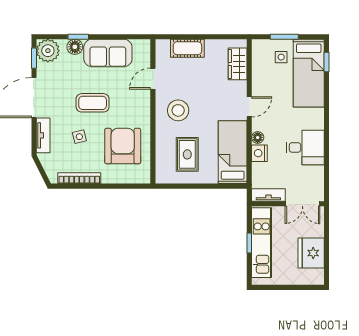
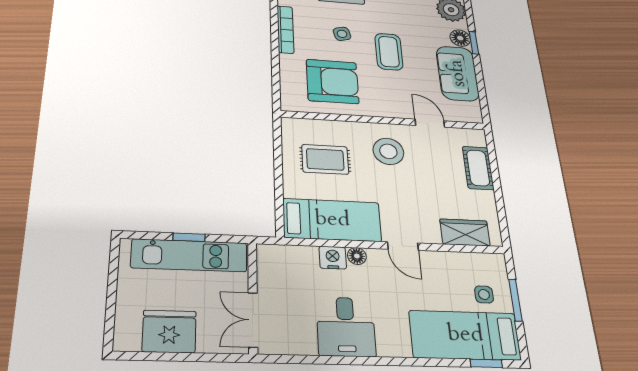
tv unit: (268, 195) -> (267, 268), removed

